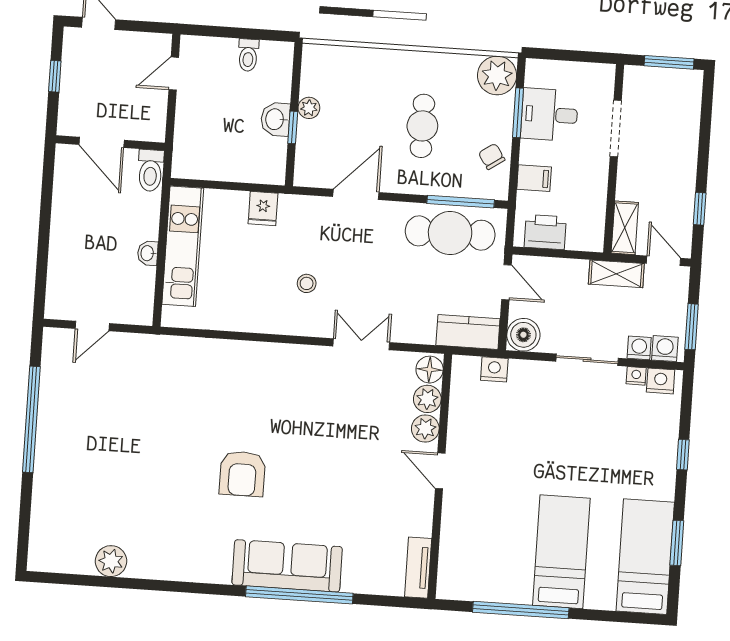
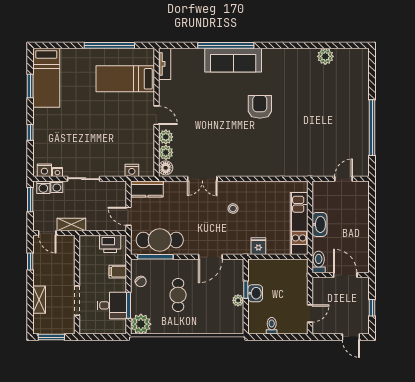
shelving: (625, 228) -> (39, 300), moved
washbasin: (148, 253) -> (319, 224), width x1.91, depth x1.45
boiler: (523, 335) -> (118, 189), removed
bed: (561, 552) -> (125, 79), moved, turned 90

